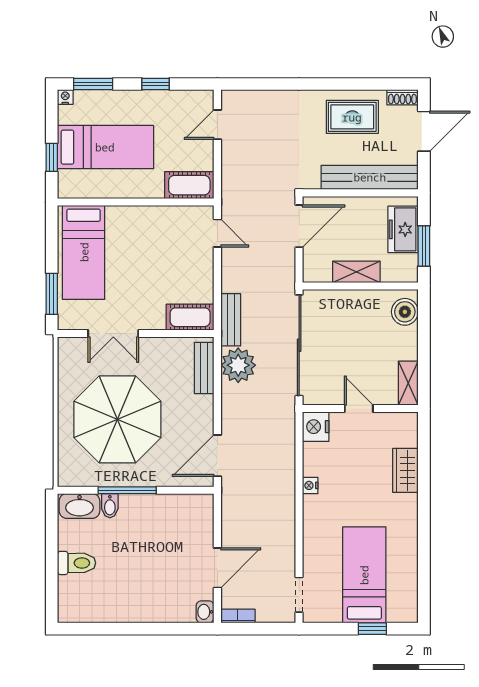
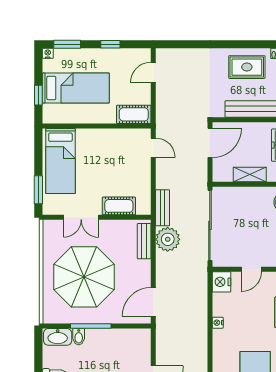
cot: (190, 317) -> (119, 206), moved
door: (359, 408) -> (251, 269), swing flipped

